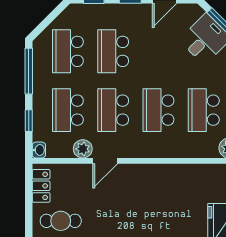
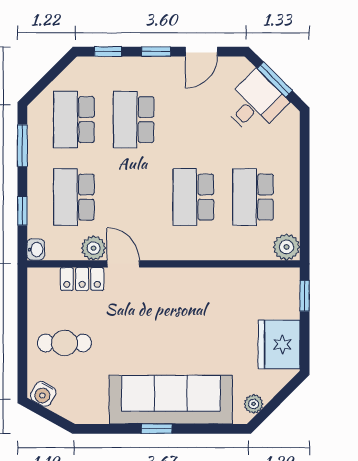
window: (29, 71) -> (22, 146), width x0.69
school desk: (113, 110) -> (134, 197), removed
door: (105, 161) -> (123, 264), swing flipped
locker: (41, 186) -> (82, 279), moved, turned 90

